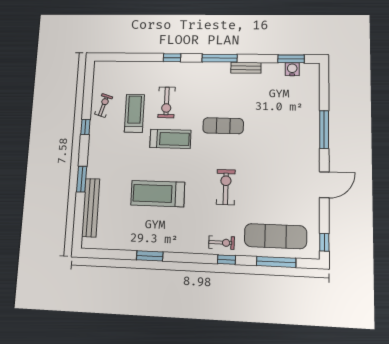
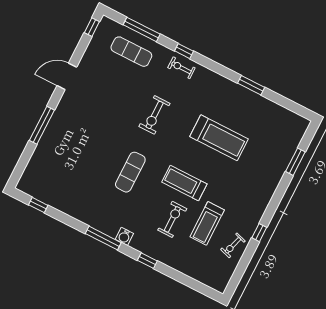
window: (291, 59) -> (38, 205), width x0.67
bench: (246, 68) -> (83, 217), removed
water cooler: (292, 69) -> (124, 236), moved
exercise mat: (223, 126) -> (130, 172), turned 90
window: (82, 179) -> (295, 162), moved
bench: (91, 208) -> (287, 154), removed
exercise mat: (275, 236) -> (131, 52), width x0.73, depth x0.69

